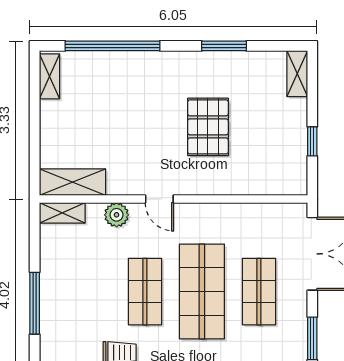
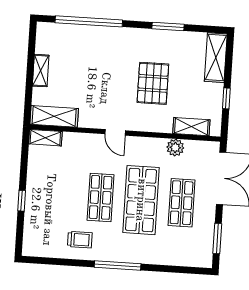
shelving: (297, 74) -> (216, 58), width x1.50, depth x1.33
shelving: (49, 76) -> (41, 71), moved
shelving: (266, 184) -> (191, 127), added
plant: (117, 215) -> (175, 148), moved
window: (35, 303) -> (22, 201), width x0.46

